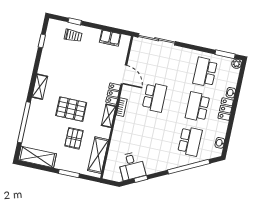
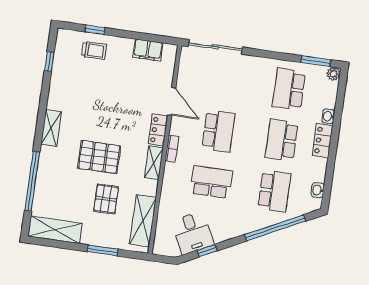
school desk: (147, 132) -> (211, 182), added

